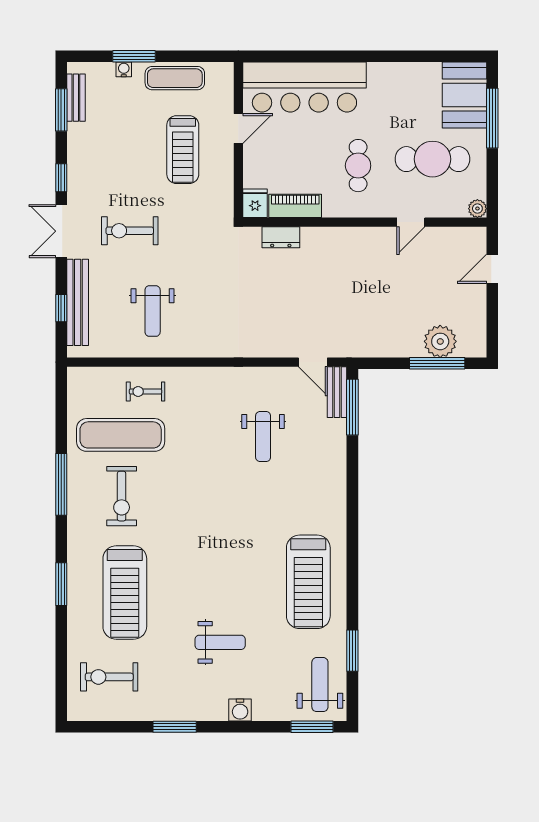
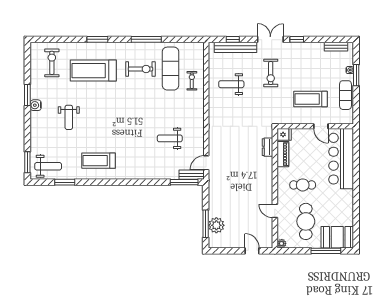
window: (61, 110) -> (330, 39), removed
exercise bike: (130, 231) -> (271, 73), turned 180
exercise bike: (122, 496) -> (141, 69), turned 180
treadmill: (308, 582) -> (98, 161), width x0.73, depth x0.73
water cooler: (240, 710) -> (36, 105), moved

